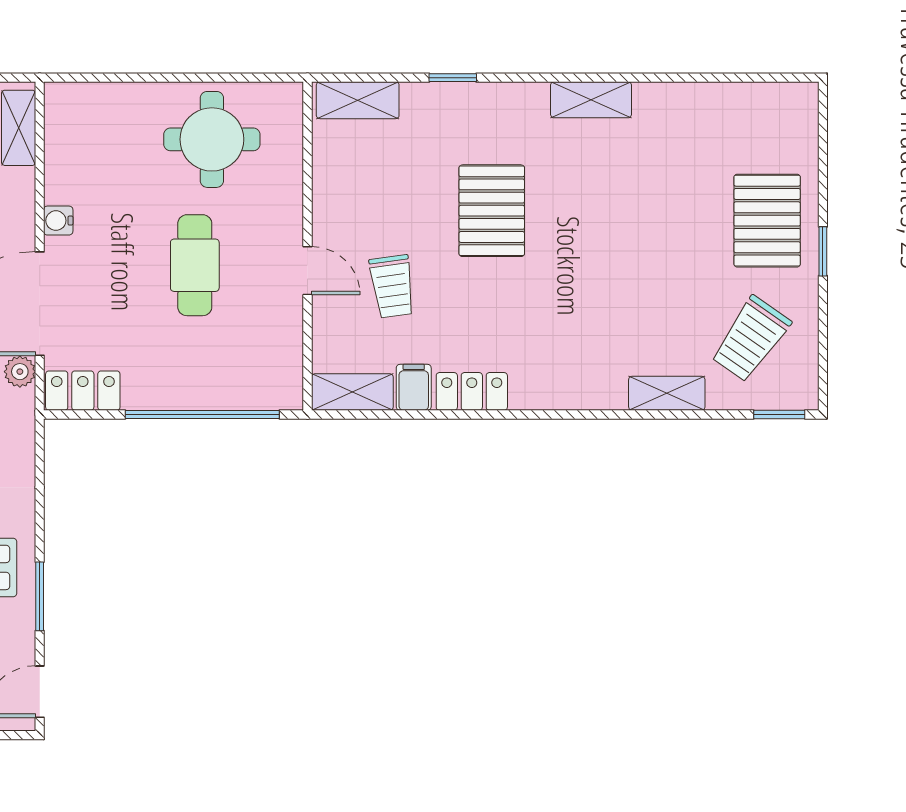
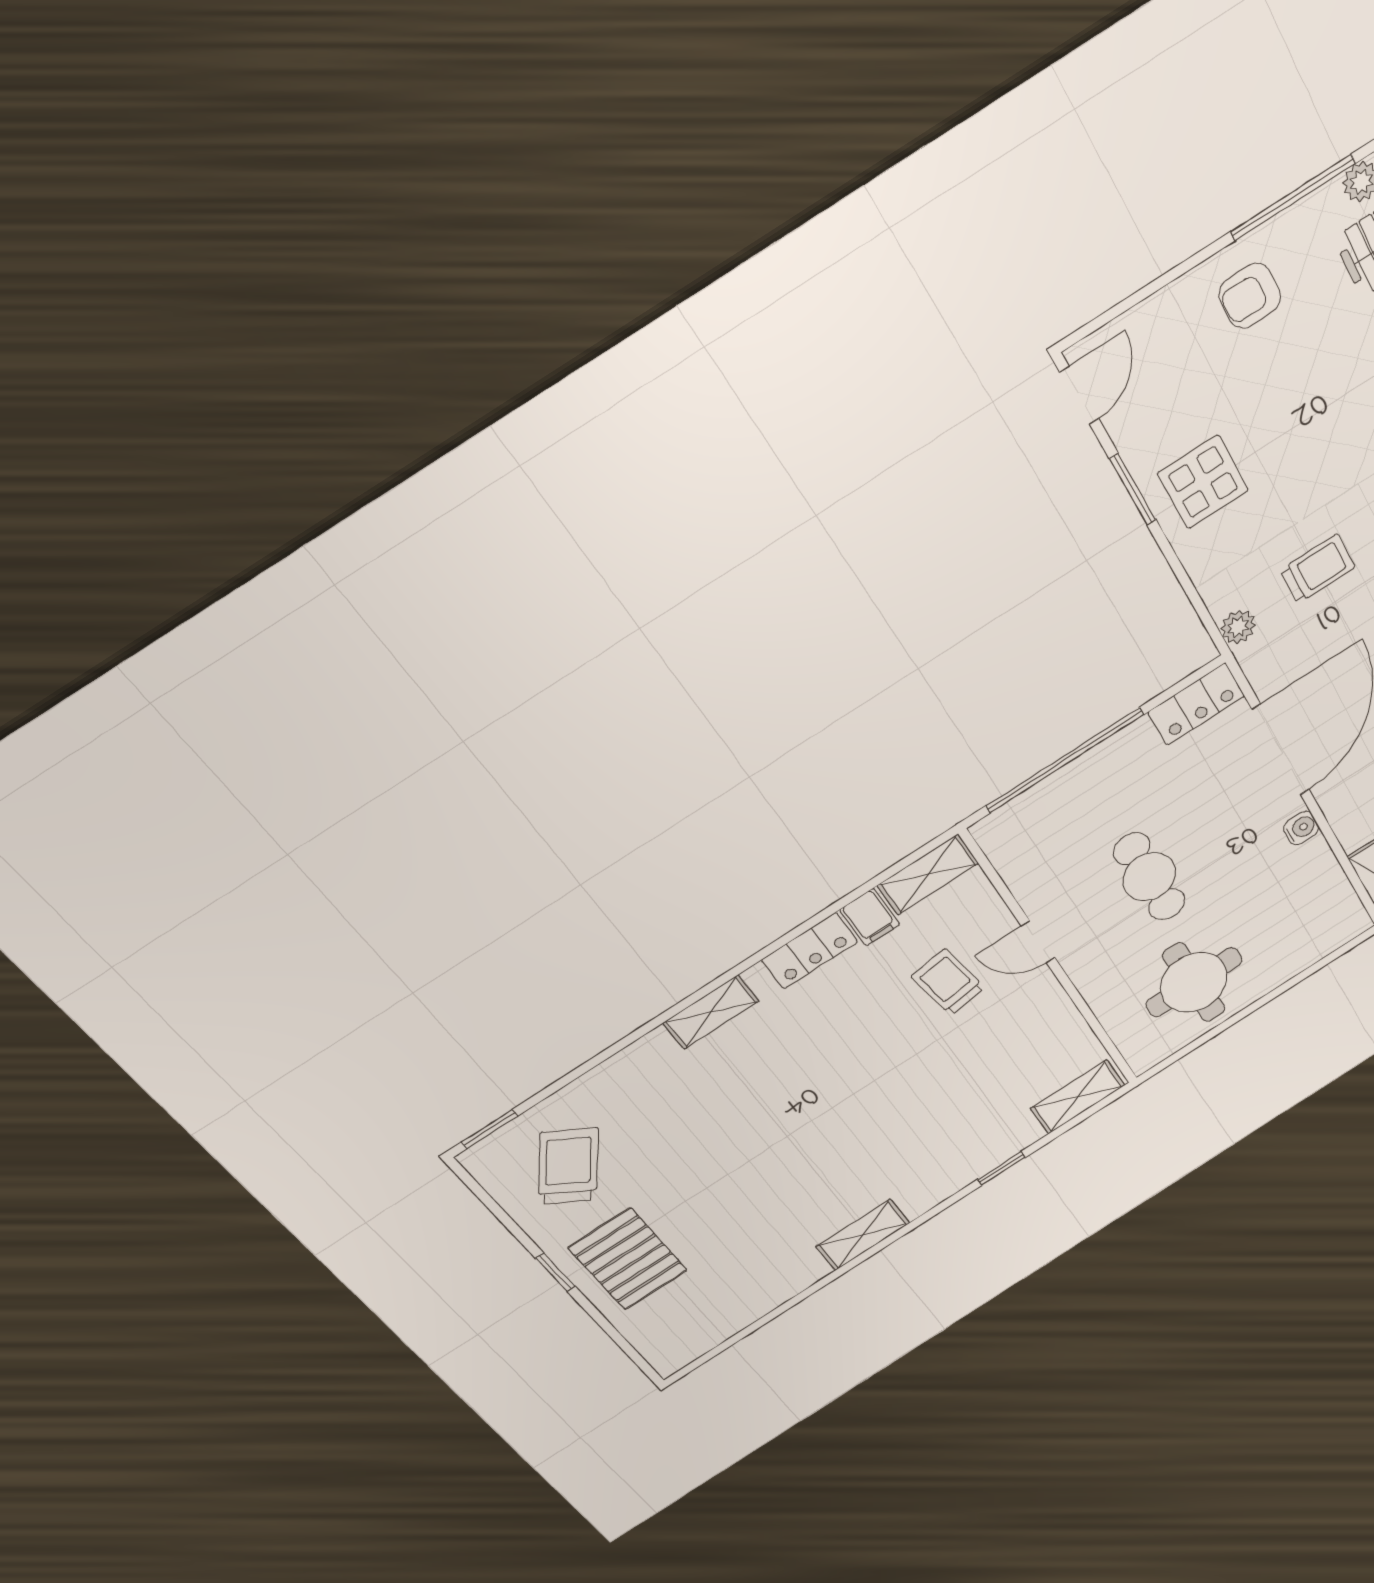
pallet: (492, 211) -> (895, 1099), removed
plant: (20, 372) -> (1238, 627), moved
shelving: (667, 393) -> (711, 1012), moved

